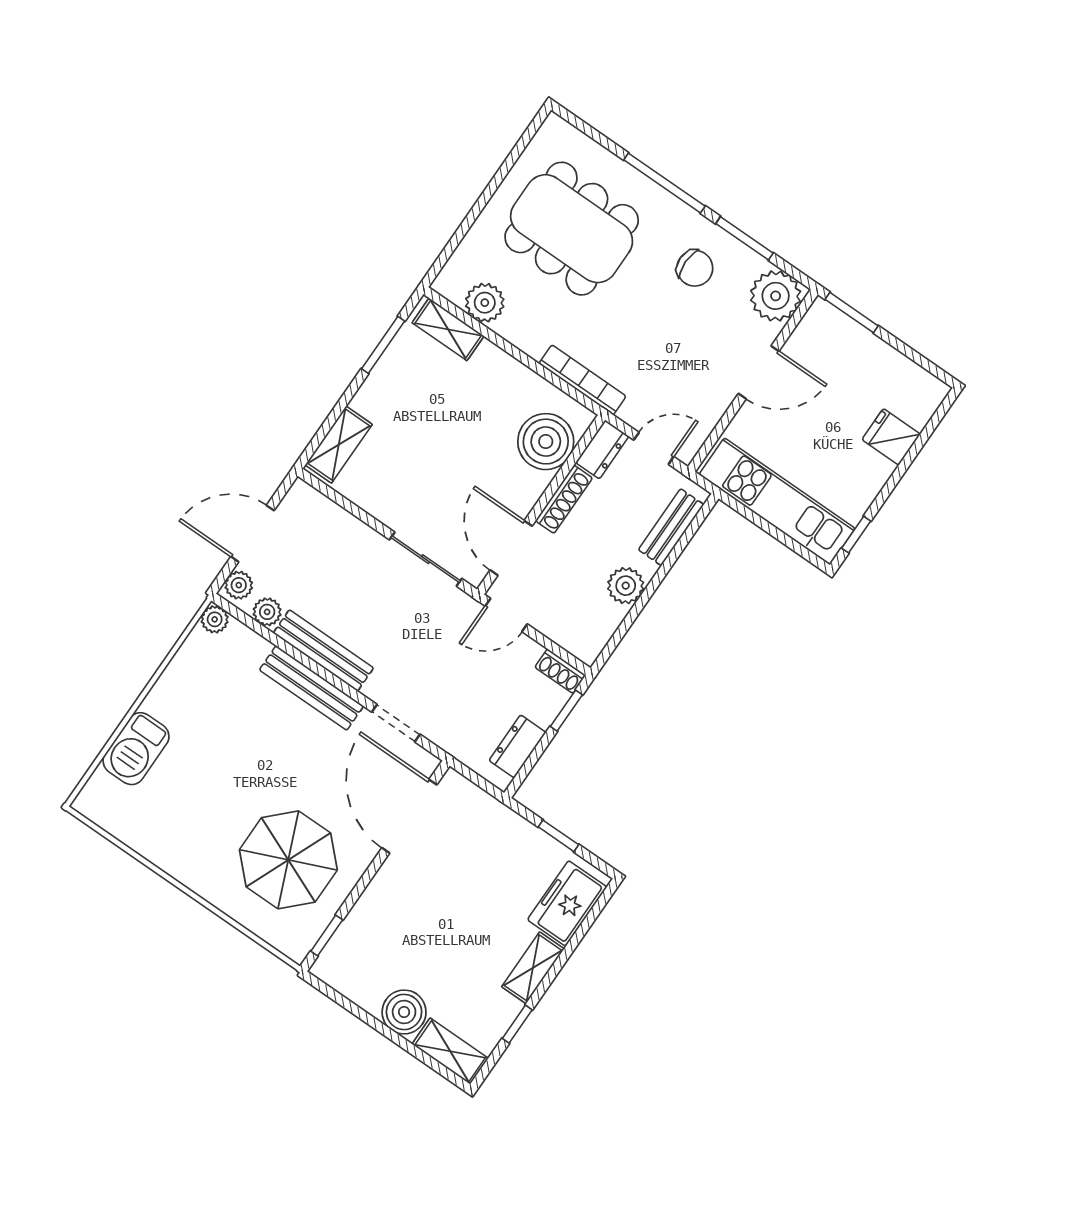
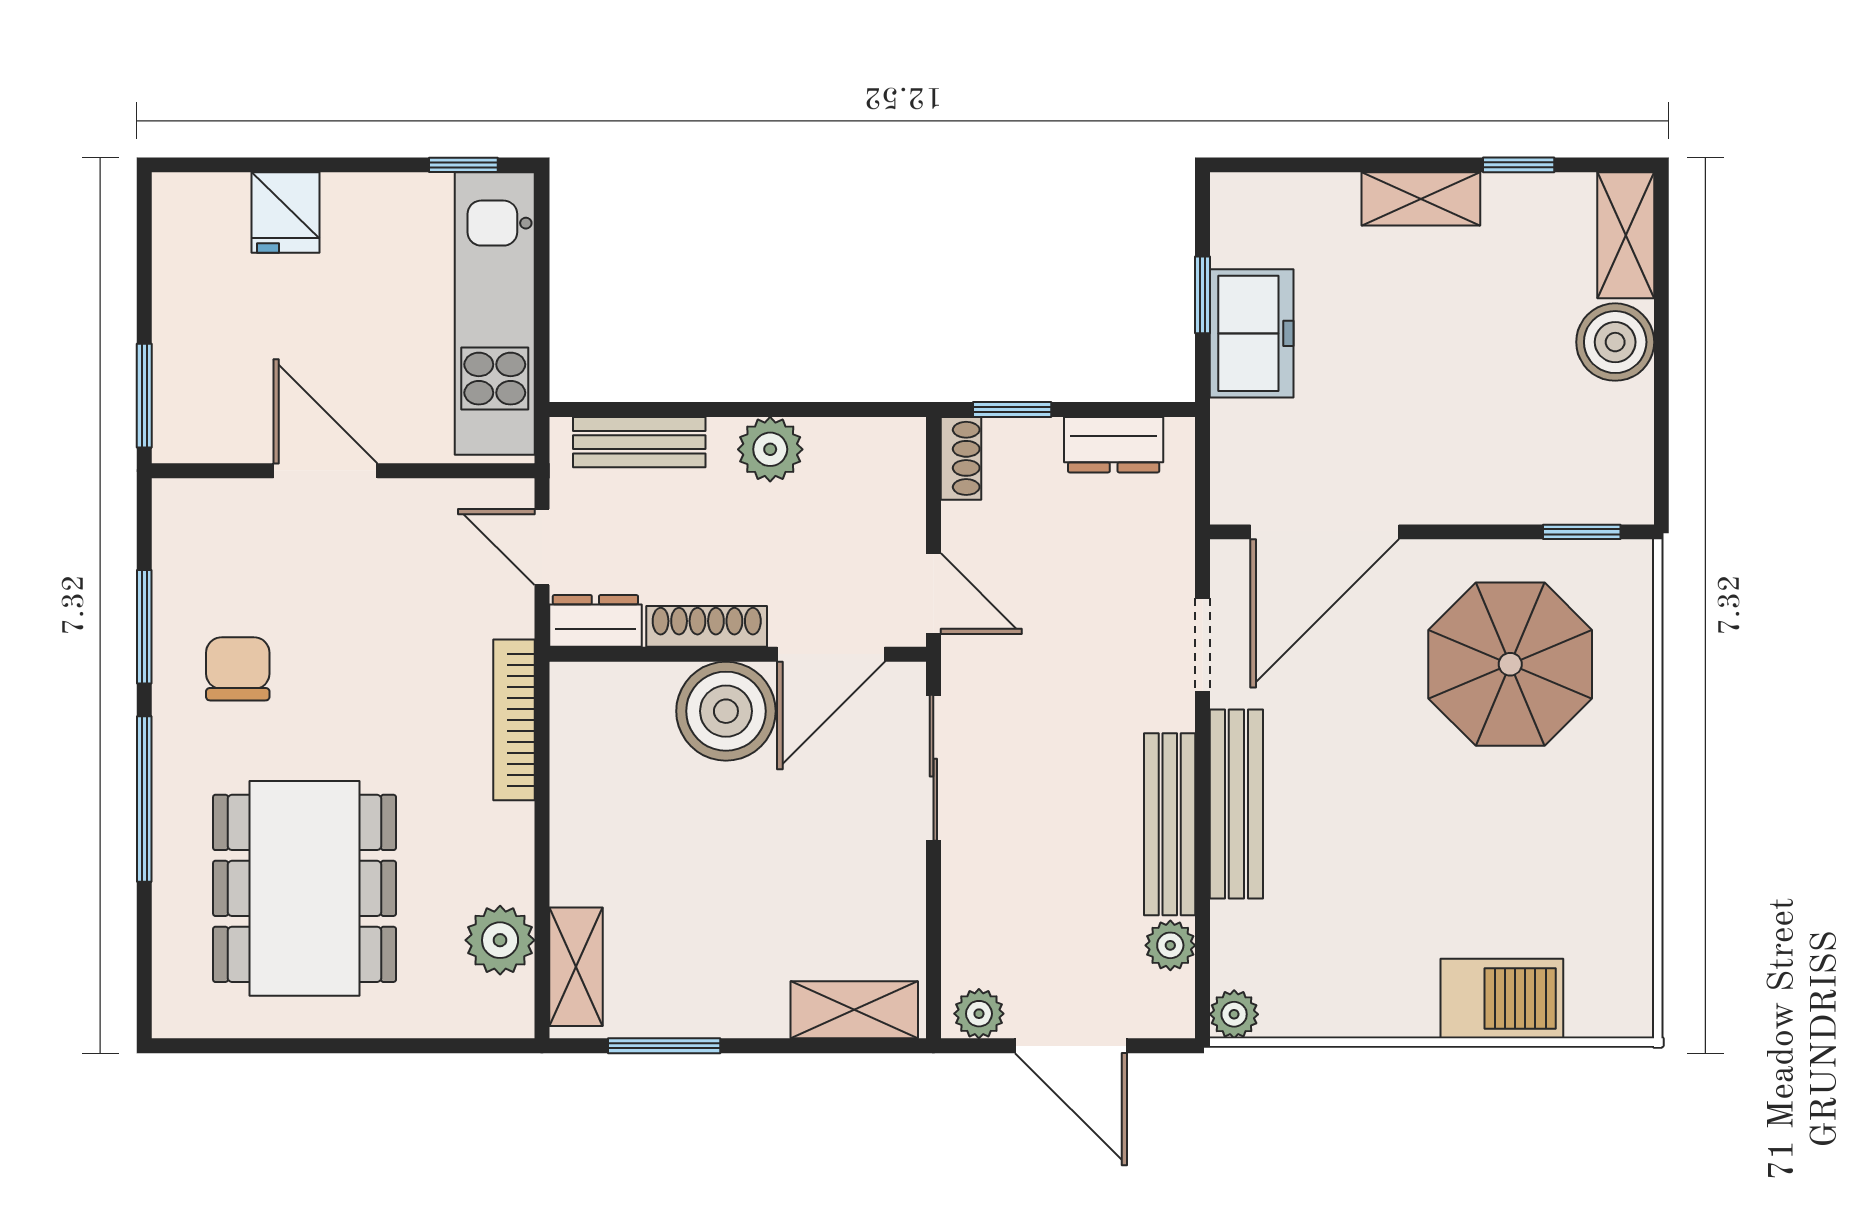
plant: (776, 296) -> (197, 523), removed
boiler: (546, 442) -> (726, 711), moved
plant: (239, 585) -> (979, 1014), moved
freezer: (567, 903) -> (1252, 333), moved, turned -90

